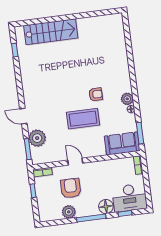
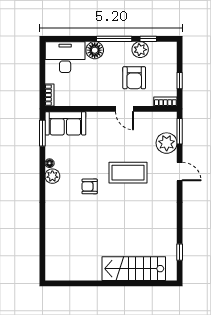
coffee table: (83, 119) -> (128, 173), moved
window: (125, 214) -> (148, 39), moved

